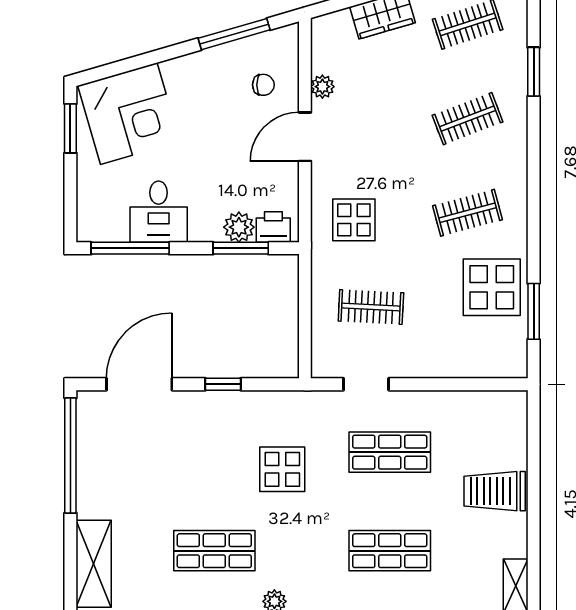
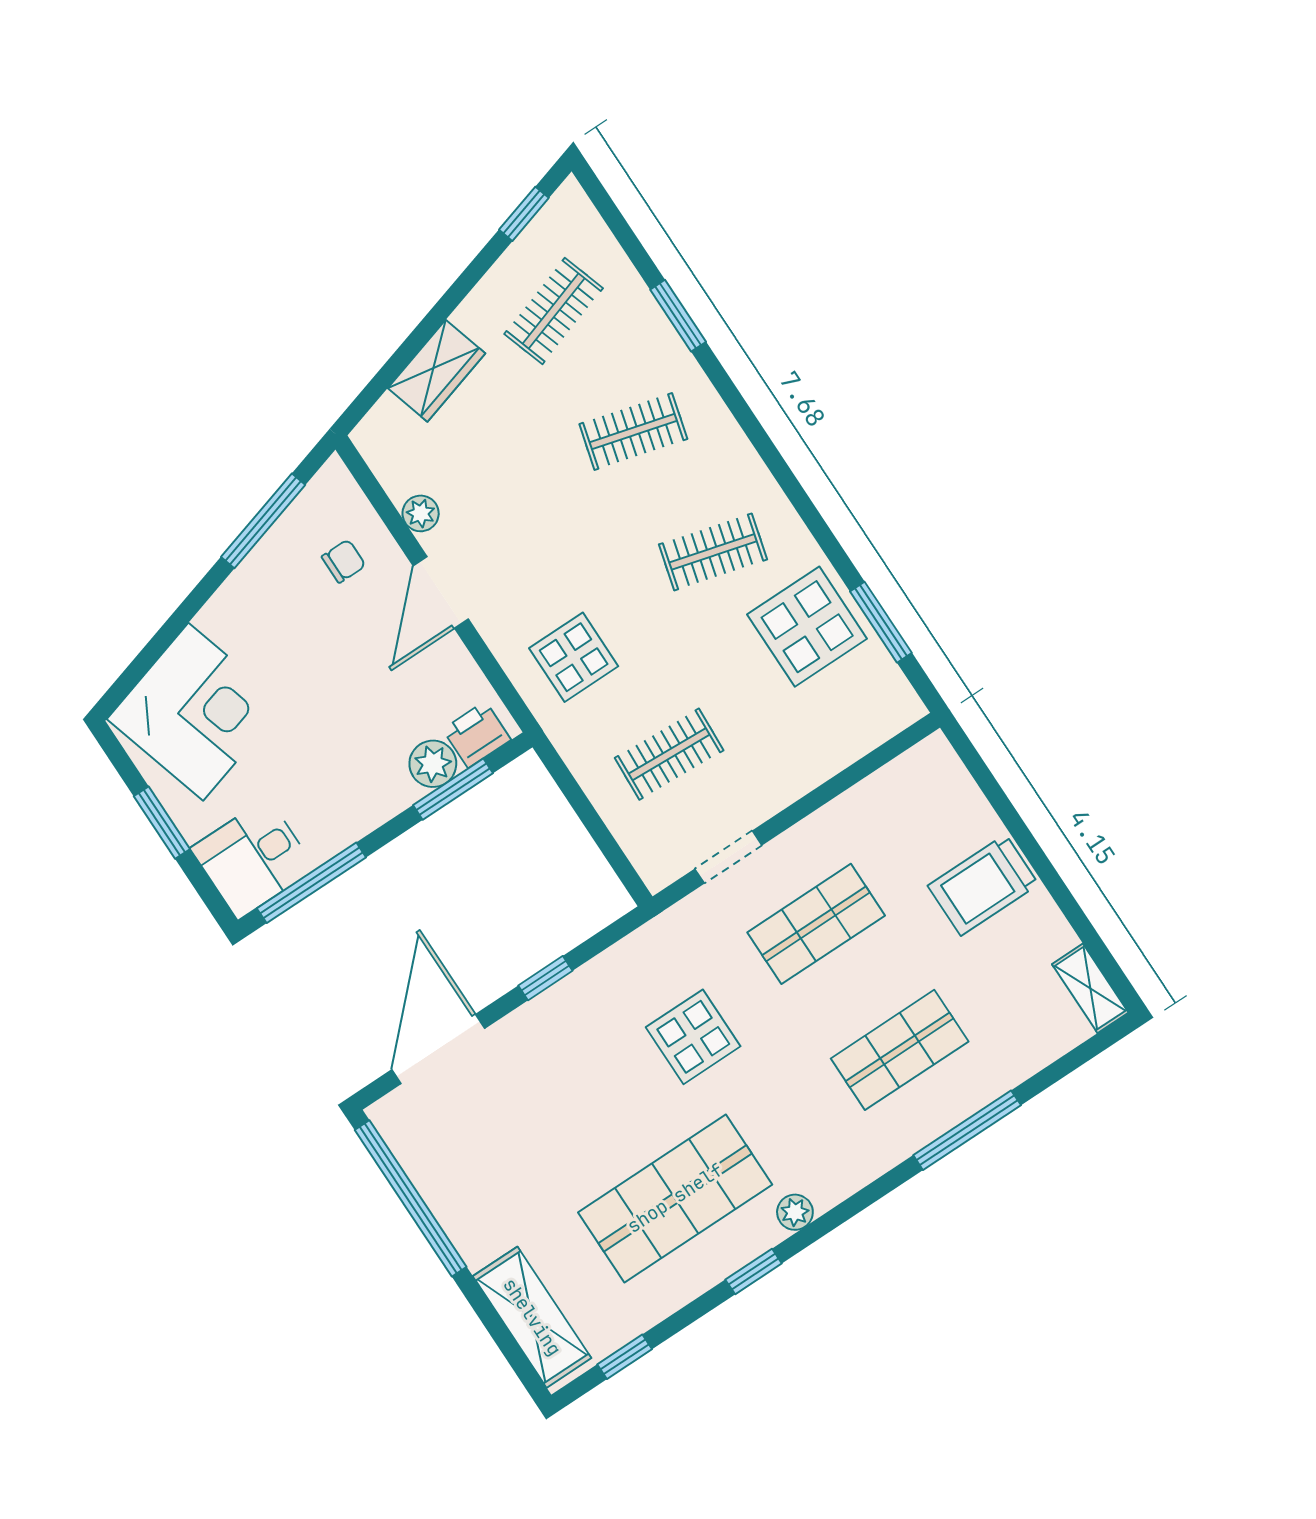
clothes rail: (468, 119) -> (633, 431), turned 36
window: (70, 128) -> (162, 823), moved
desk: (159, 212) -> (253, 859), moved, turned 90
clothes rail: (468, 213) -> (713, 552), turned 30
shop shelf: (214, 551) -> (675, 1198), width x1.43, depth x1.36

